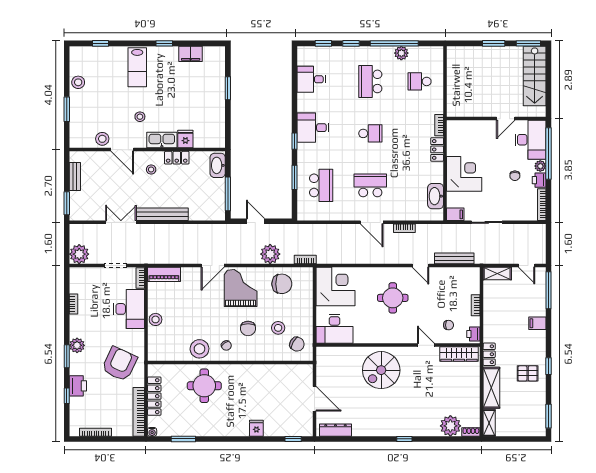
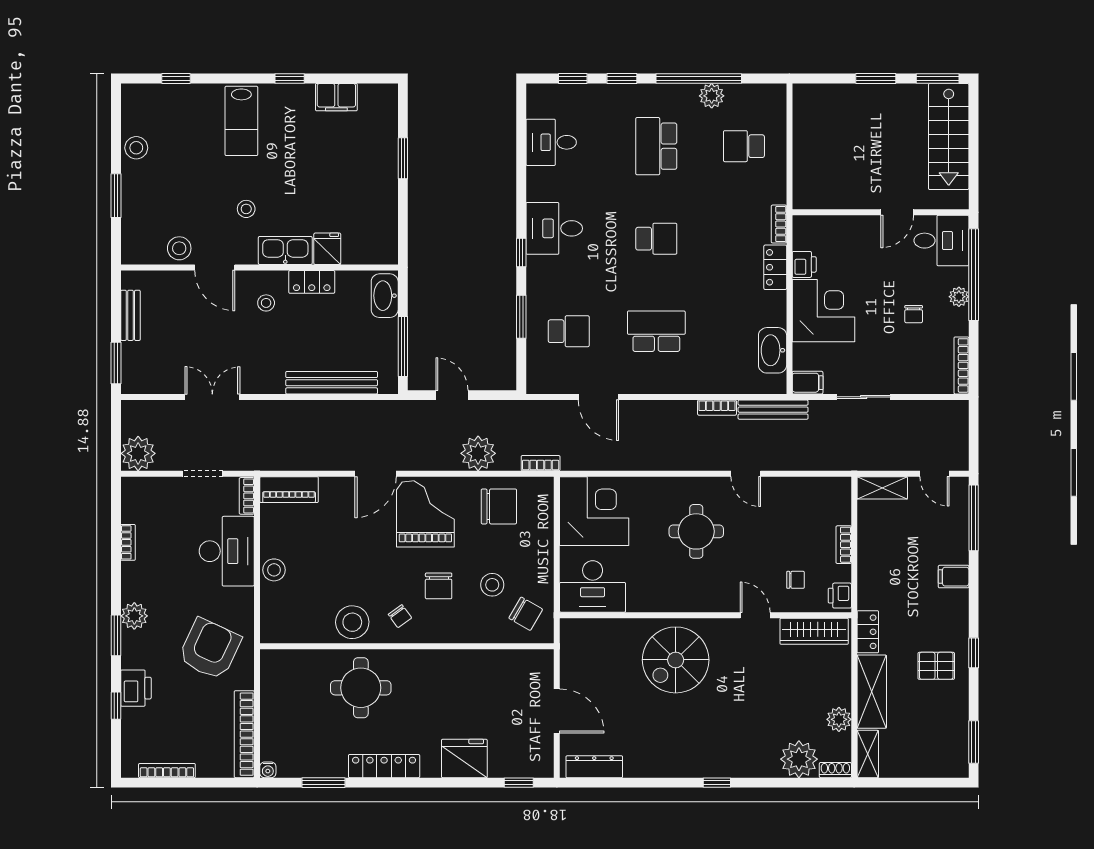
desk: (530, 140) -> (941, 241), width x0.73
printer: (539, 180) -> (804, 264), moved, turned 180
school desk: (321, 185) -> (569, 331), width x0.54
bench: (162, 214) -> (332, 383), moved
door: (372, 222) -> (598, 397), moved
bench: (454, 258) -> (773, 410), moved
locker: (154, 396) -> (384, 766), moved, turned -90
plant: (473, 403) -> (839, 719), added
fridge: (256, 428) -> (464, 758), width x1.88, depth x1.34

